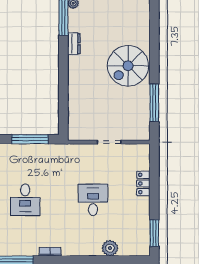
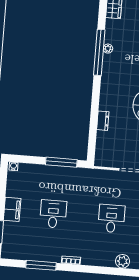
dresser: (74, 44) -> (103, 121), moved
desk: (25, 200) -> (53, 214), turned 180

